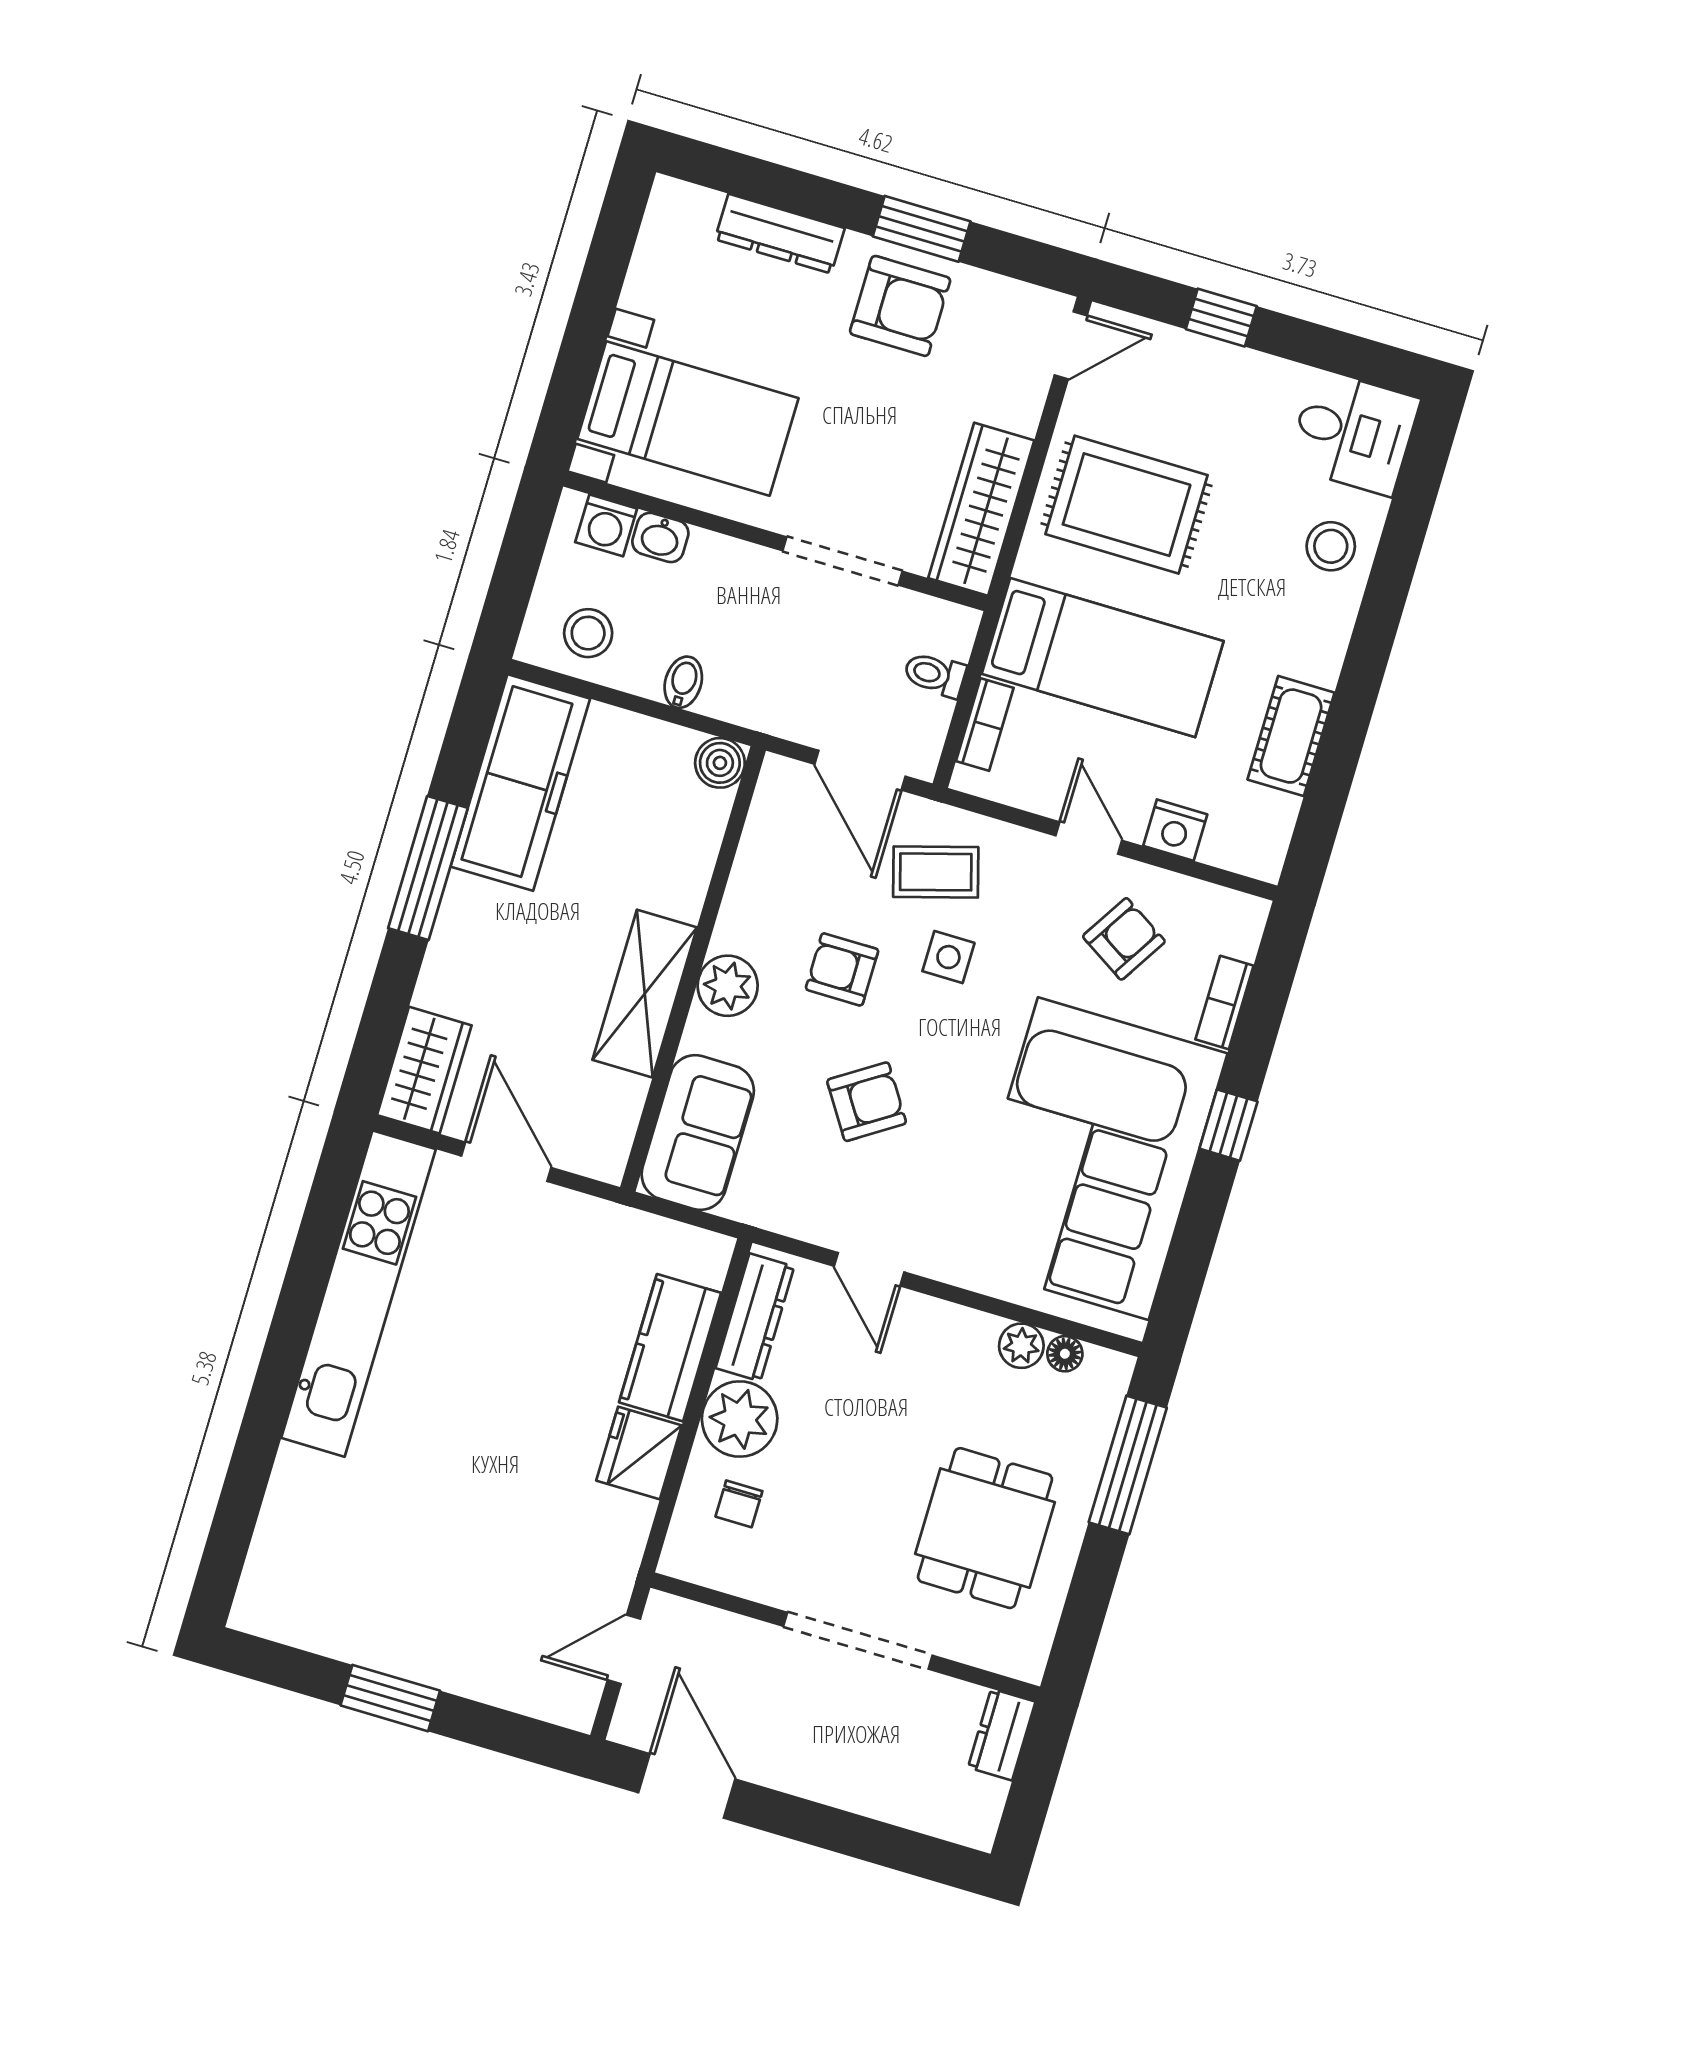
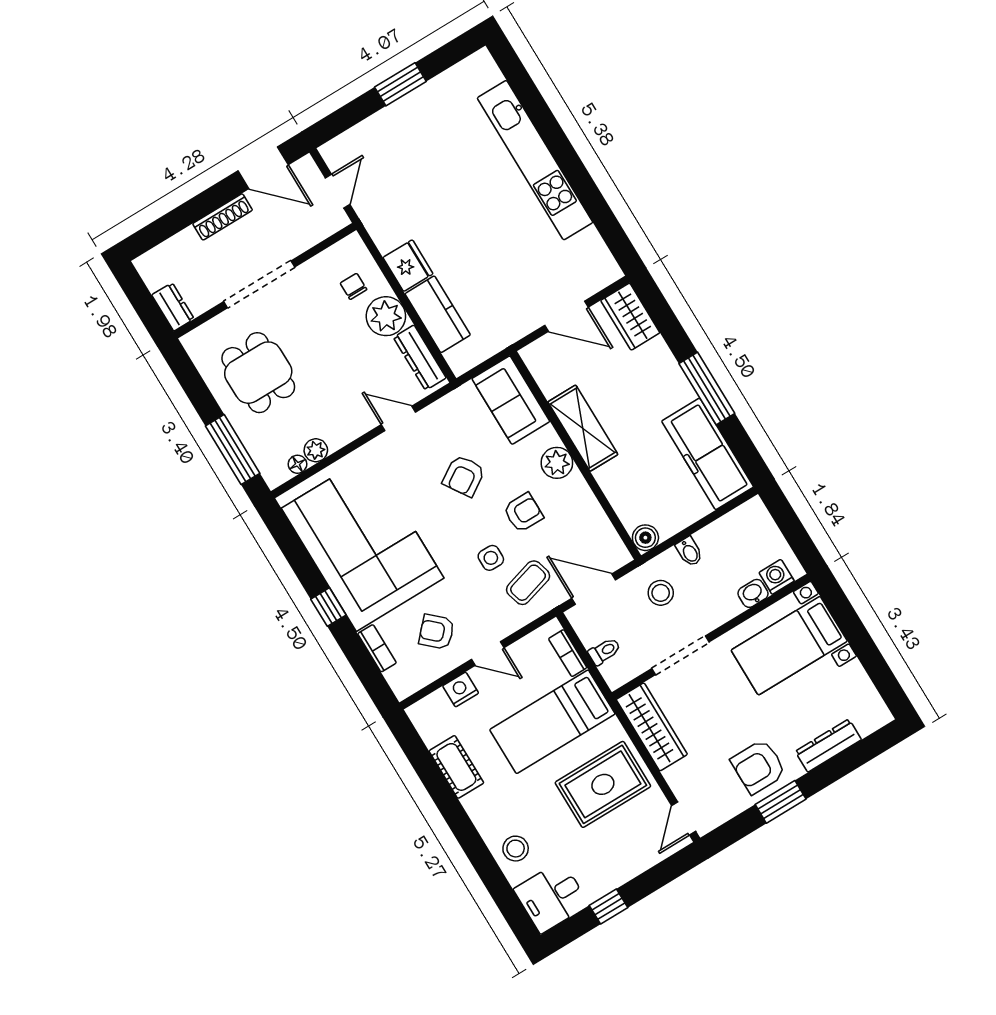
window: (1221, 318) -> (608, 906), moved
stool: (588, 633) -> (661, 593), moved
armchair: (1124, 939) -> (437, 632), turned 101
kitchen unit: (359, 1294) -> (535, 160), moved
shoe rack: (809, 1780) -> (223, 217), added

